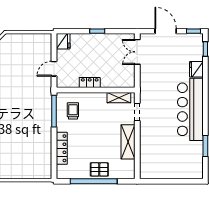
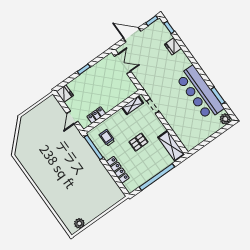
double door: (137, 52) -> (123, 64), swing flipped
locker: (90, 82) -> (96, 115), moved
bar counter: (190, 109) -> (200, 93), moved
shelving: (128, 142) -> (171, 146), moved
pallet: (99, 169) -> (138, 142), moved
plant: (197, 173) -> (225, 119), added

